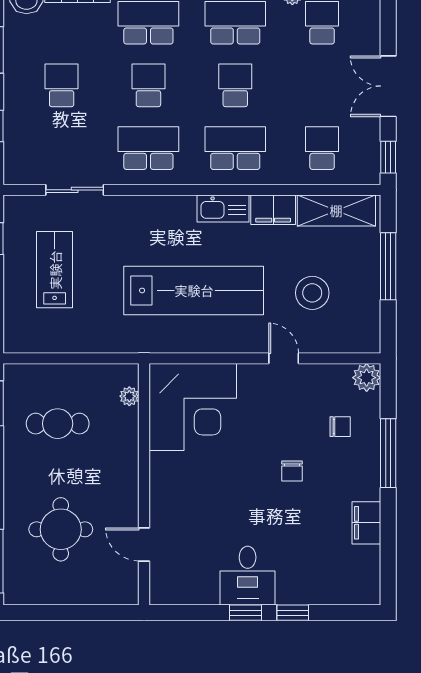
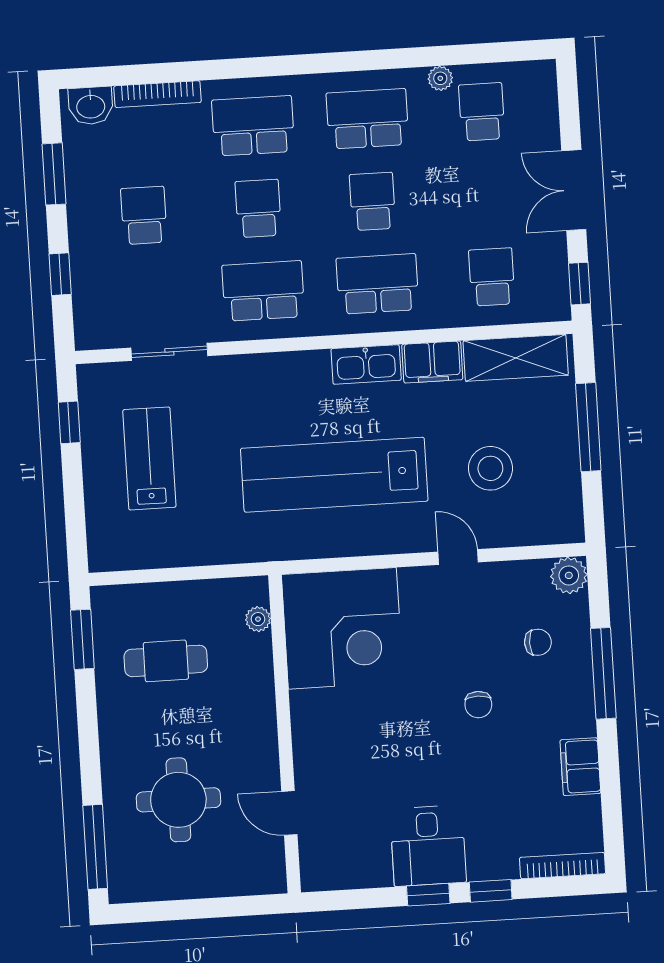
lab bench: (194, 290) -> (334, 475), turned 180
bookcase: (348, 597) -> (563, 866), added

